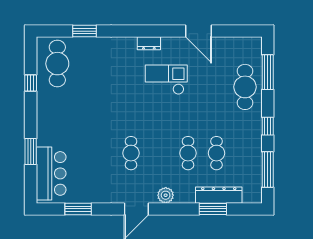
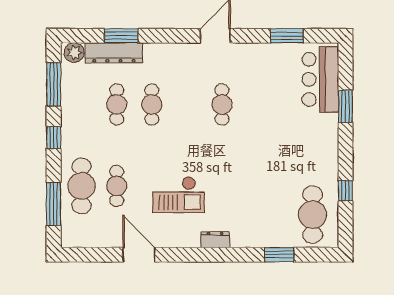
dresser: (149, 43) -> (215, 240), moved
cafe table: (216, 87) -> (117, 186), added
plant: (166, 195) -> (74, 53), moved

